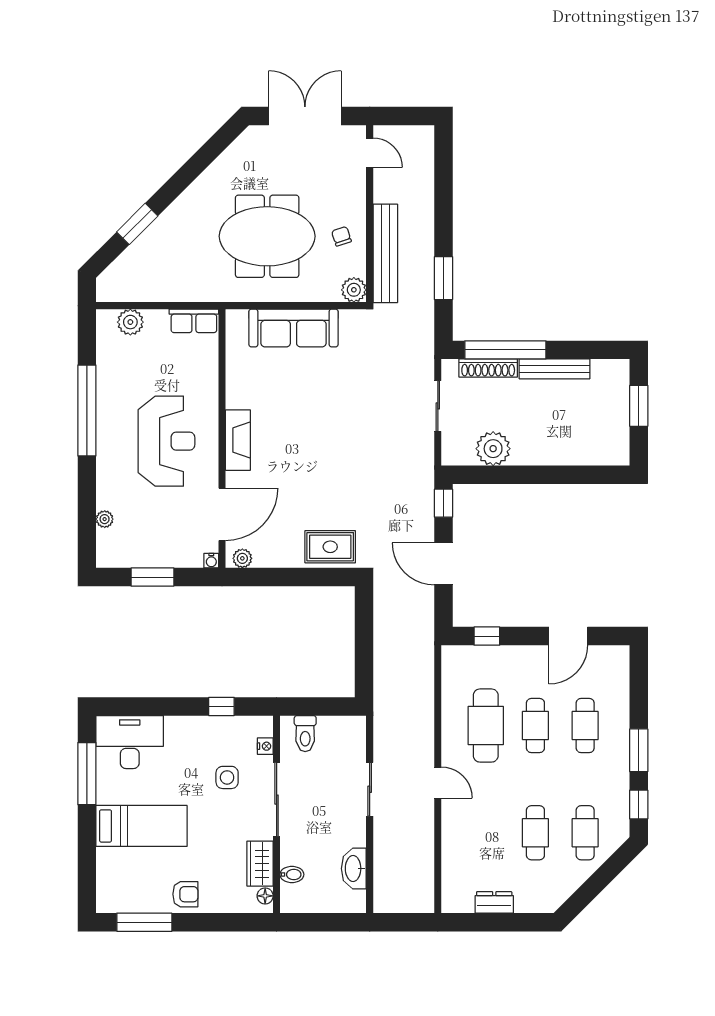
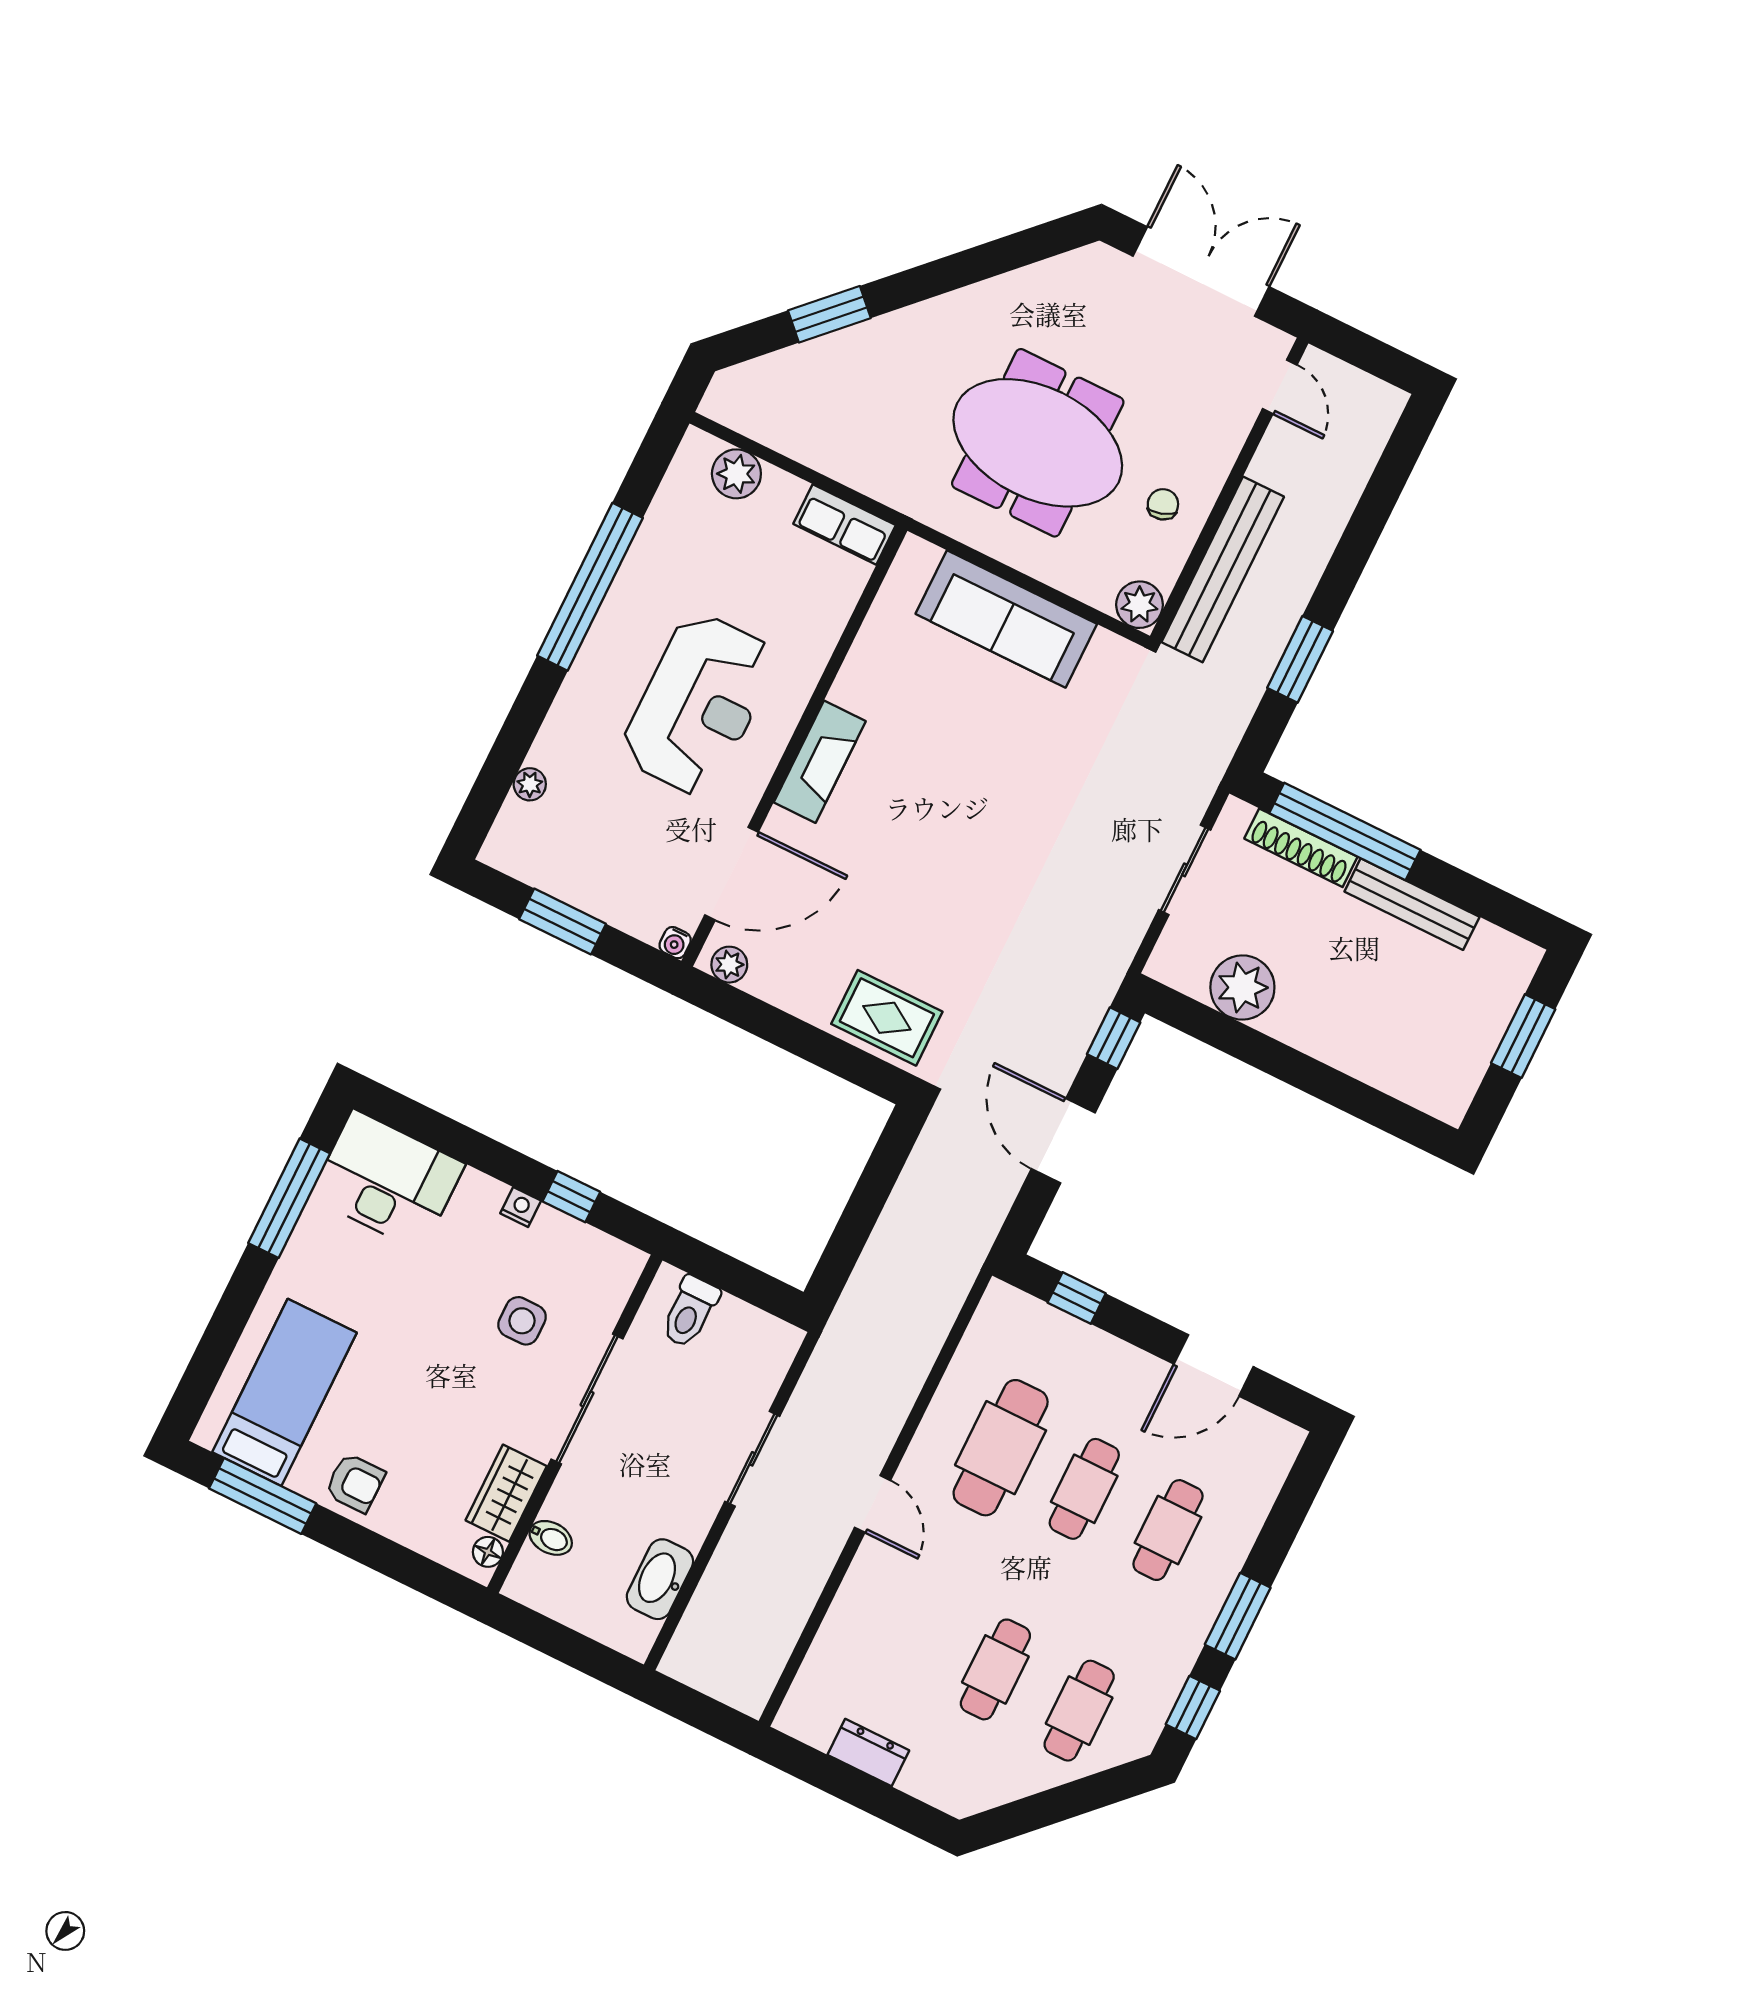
nightstand: (265, 746) -> (521, 1207), moved, turned -90
bed: (142, 826) -> (285, 1392), moved, turned -90

